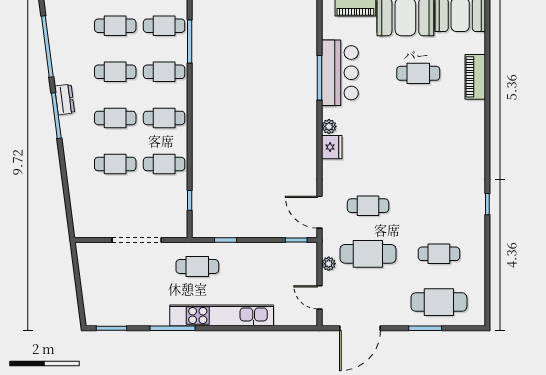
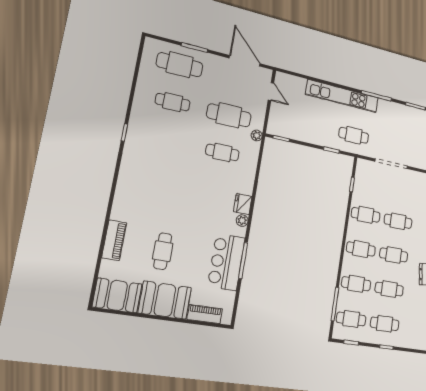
cafe table: (418, 73) -> (163, 251), turned 90
door: (319, 212) -> (260, 156), removed
plant: (329, 264) -> (257, 135), moved
door: (360, 328) -> (245, 61), hinge flipped

